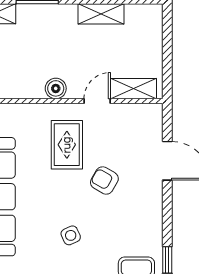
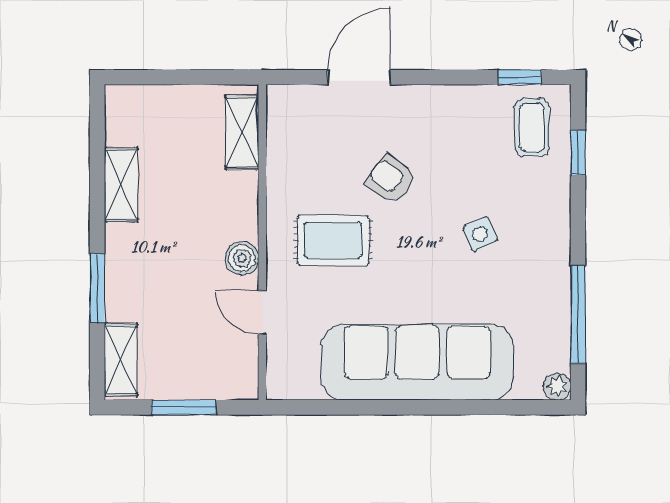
door: (97, 101) -> (262, 313), moved
armchair: (104, 180) -> (391, 179), turned 97

